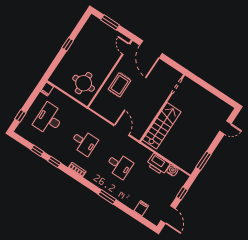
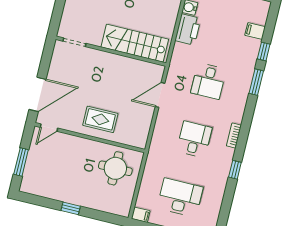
desk: (49, 119) -> (180, 198), turned 180
window: (37, 151) -> (264, 52), moved
desk: (119, 166) -> (209, 81), turned 180

